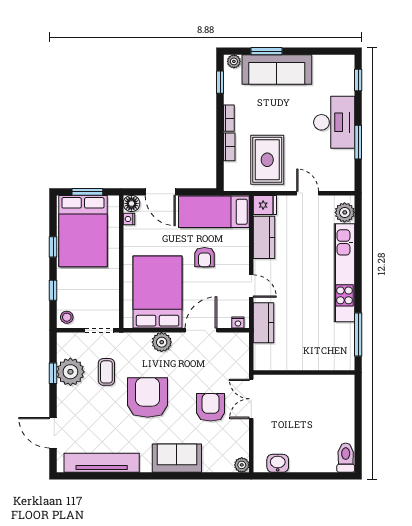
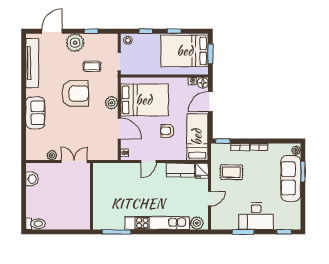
window: (220, 82) -> (223, 141), moved
rug: (267, 160) -> (231, 172), width x0.73, depth x0.70
kitchen counter: (263, 323) -> (124, 170), removed
plant: (70, 372) -> (75, 43), moved
armchair: (211, 407) -> (69, 135), removed
plant: (242, 465) -> (52, 155), moved

